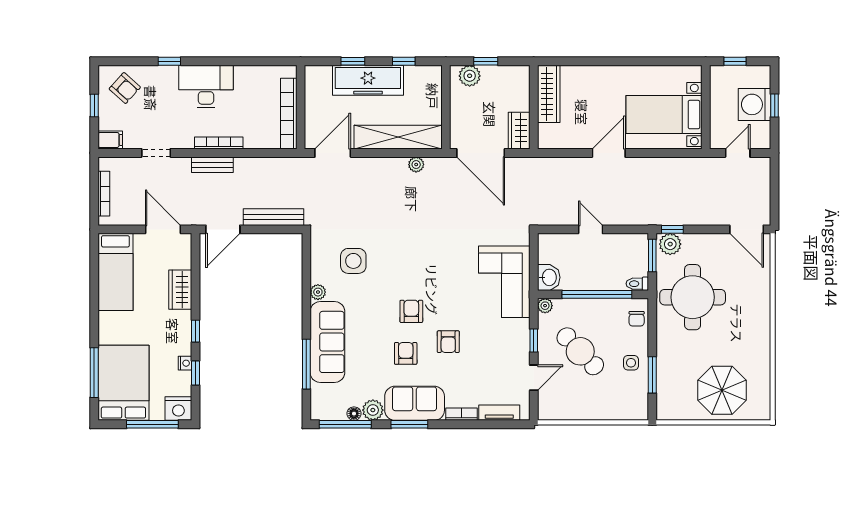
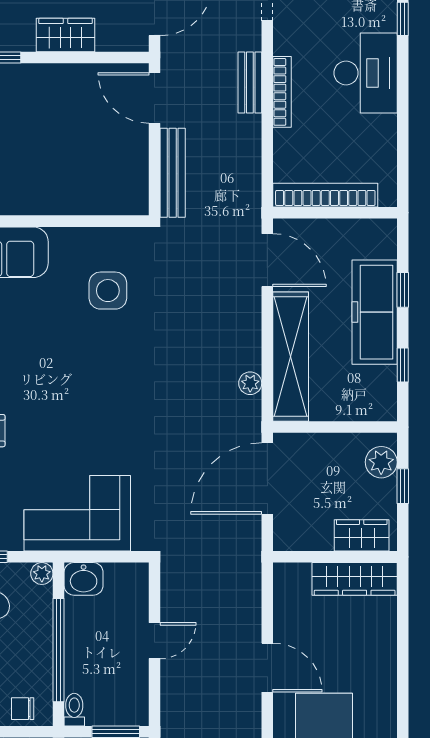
wardrobe: (519, 131) -> (362, 535), moved
plant: (318, 292) -> (62, 238), removed
armchair: (411, 311) -> (34, 376), removed

